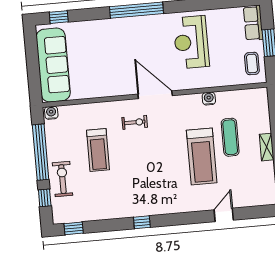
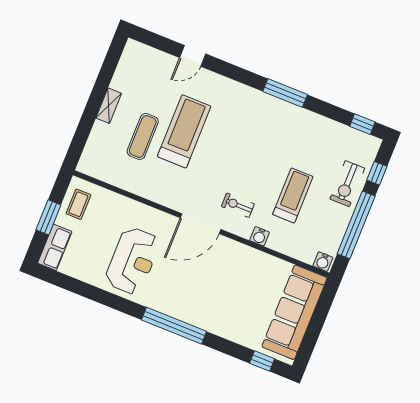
door: (155, 95) -> (201, 224), hinge flipped
water cooler: (209, 99) -> (260, 236), moved
window: (142, 222) -> (285, 93), width x2.17

